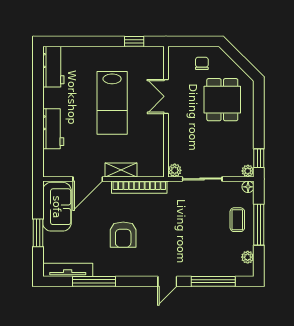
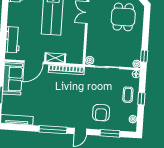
workbench: (53, 129) -> (13, 40), moved
window: (259, 225) -> (141, 99), width x0.46
armchair: (123, 235) -> (101, 113), moved
window: (94, 281) -> (53, 130), moved
window: (213, 281) -> (110, 133), width x0.69

